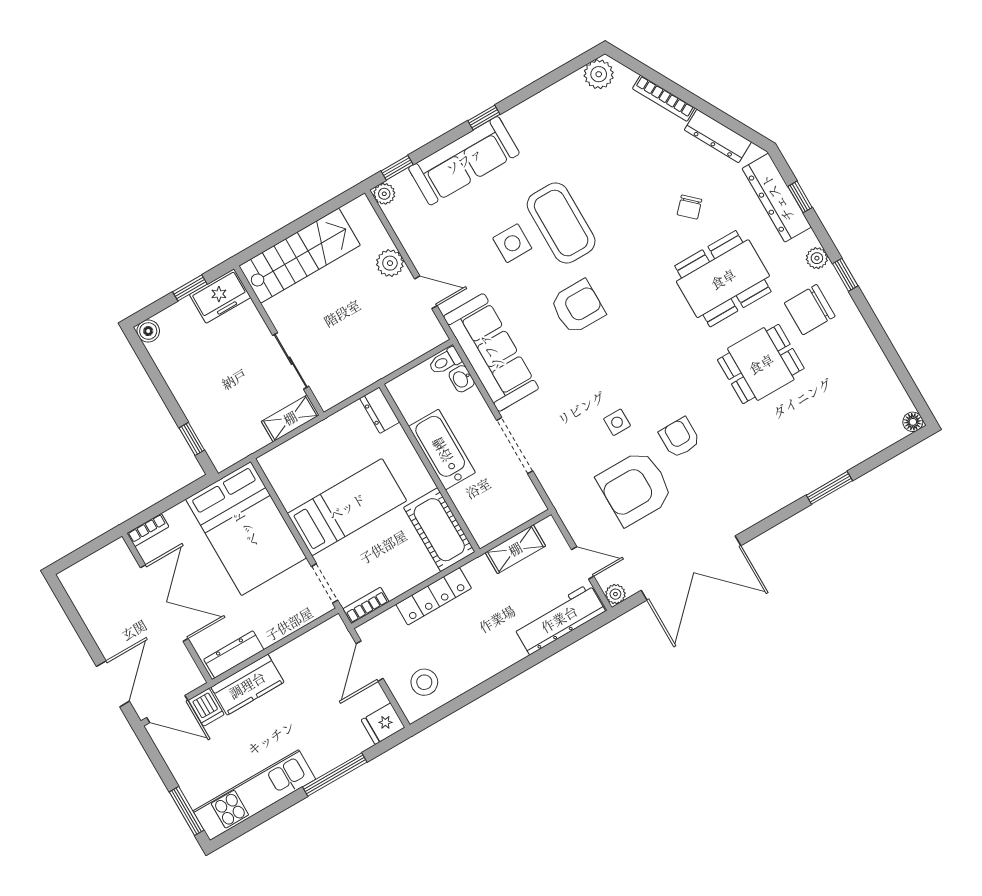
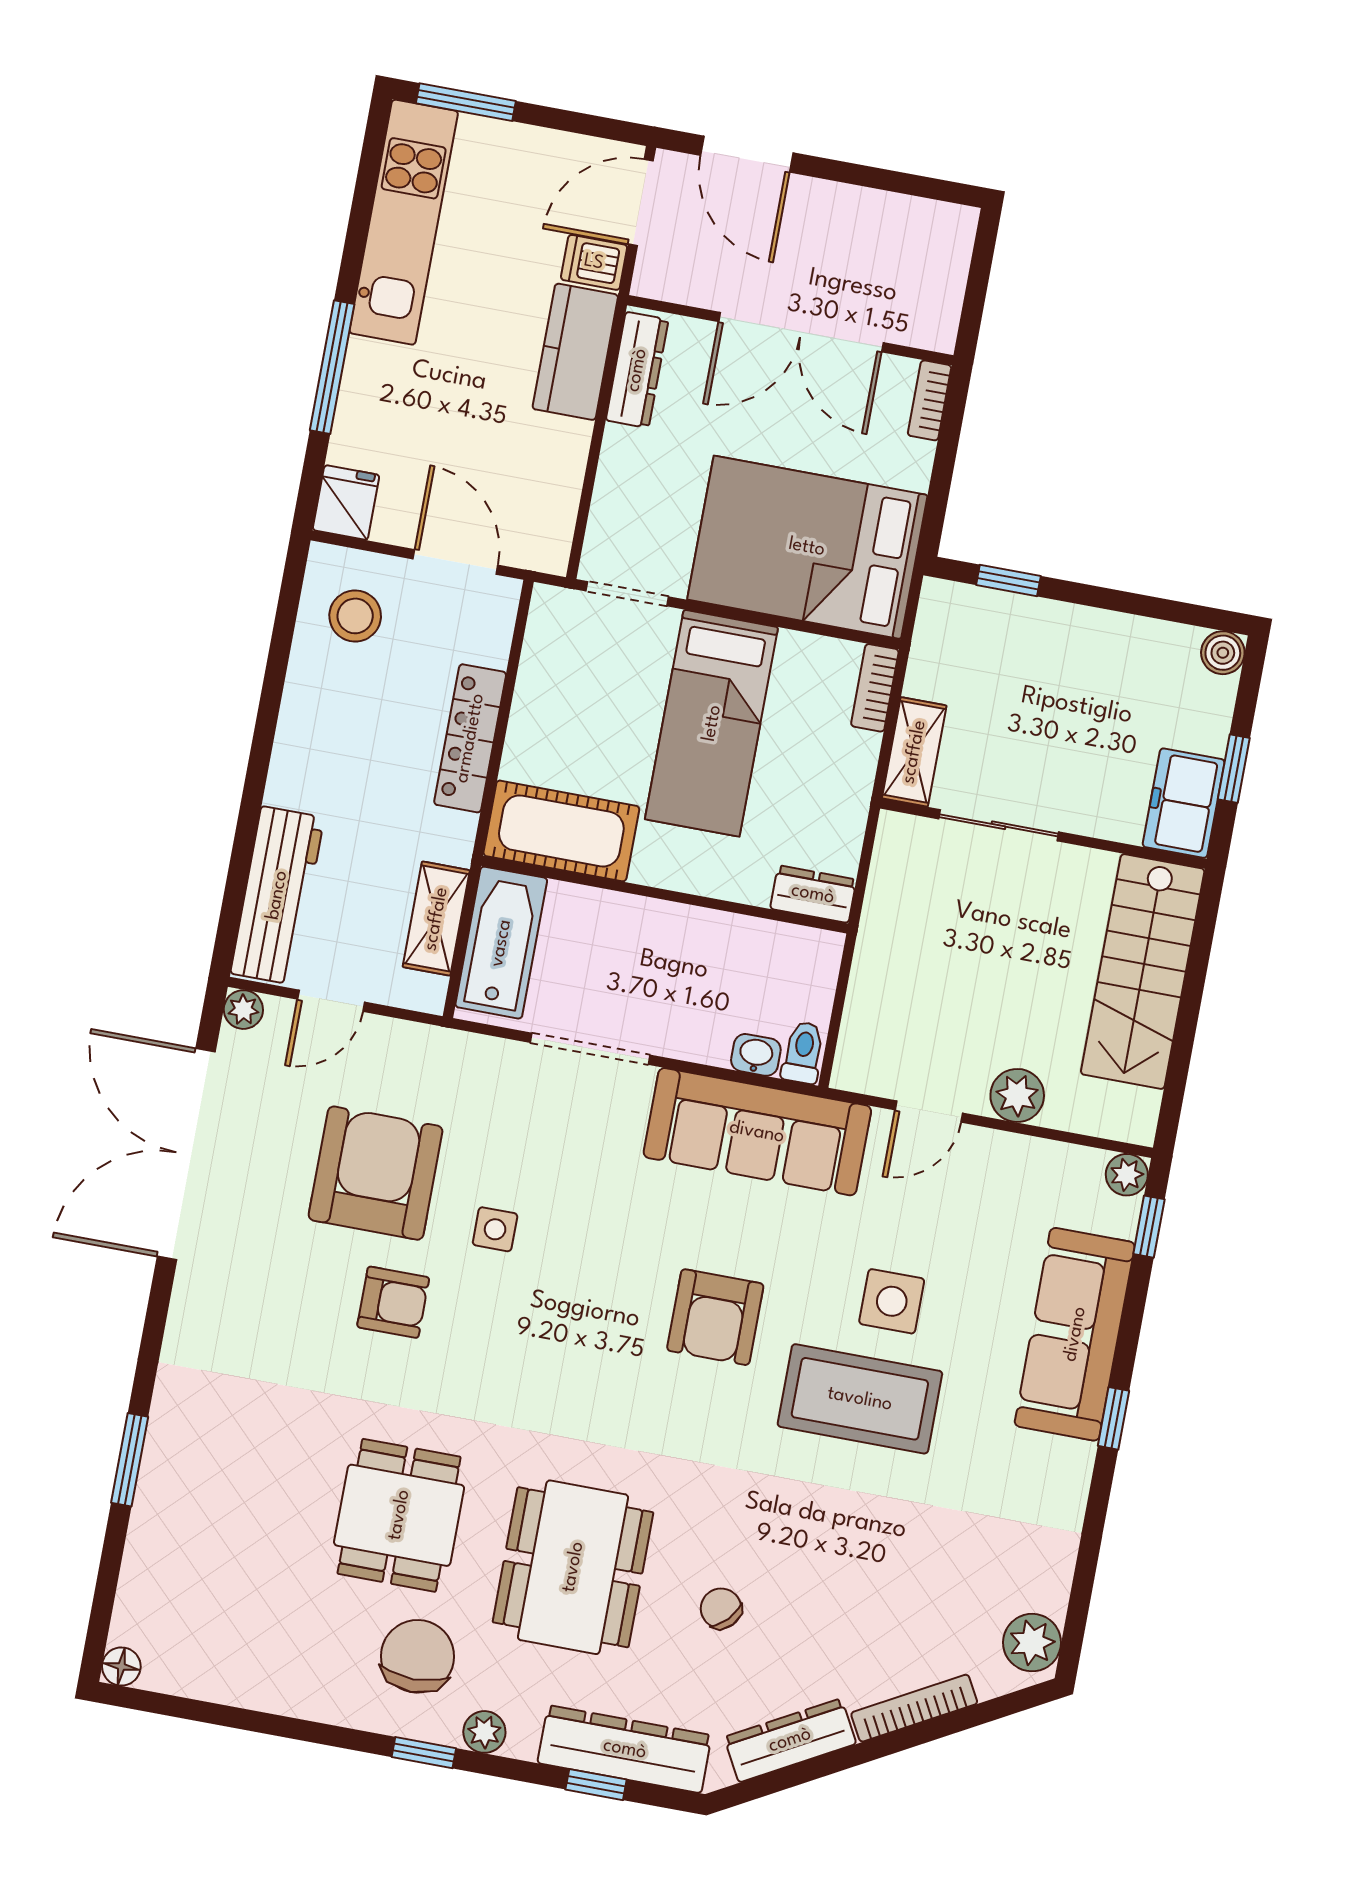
bathtub: (442, 450) -> (501, 943), moved, turned -90
bookcase: (366, 605) -> (875, 688), moved, turned 180

